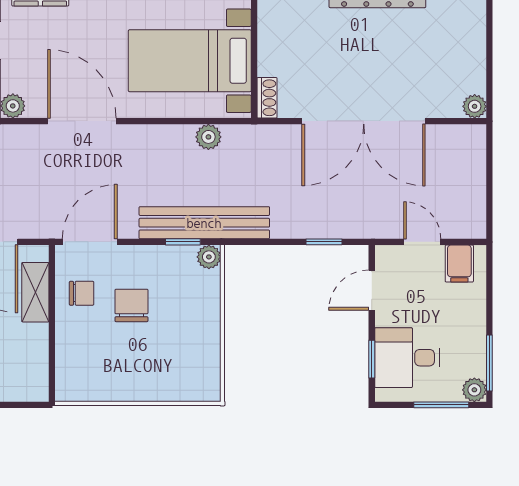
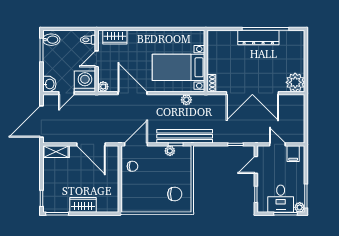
plant: (475, 106) -> (295, 82), width x1.87, depth x1.87
plant: (209, 257) -> (170, 151), moved
shelving: (35, 292) -> (113, 166), removed
chair: (131, 305) -> (175, 194), moved, turned 90
desk: (407, 358) -> (281, 199), moved, turned -90

